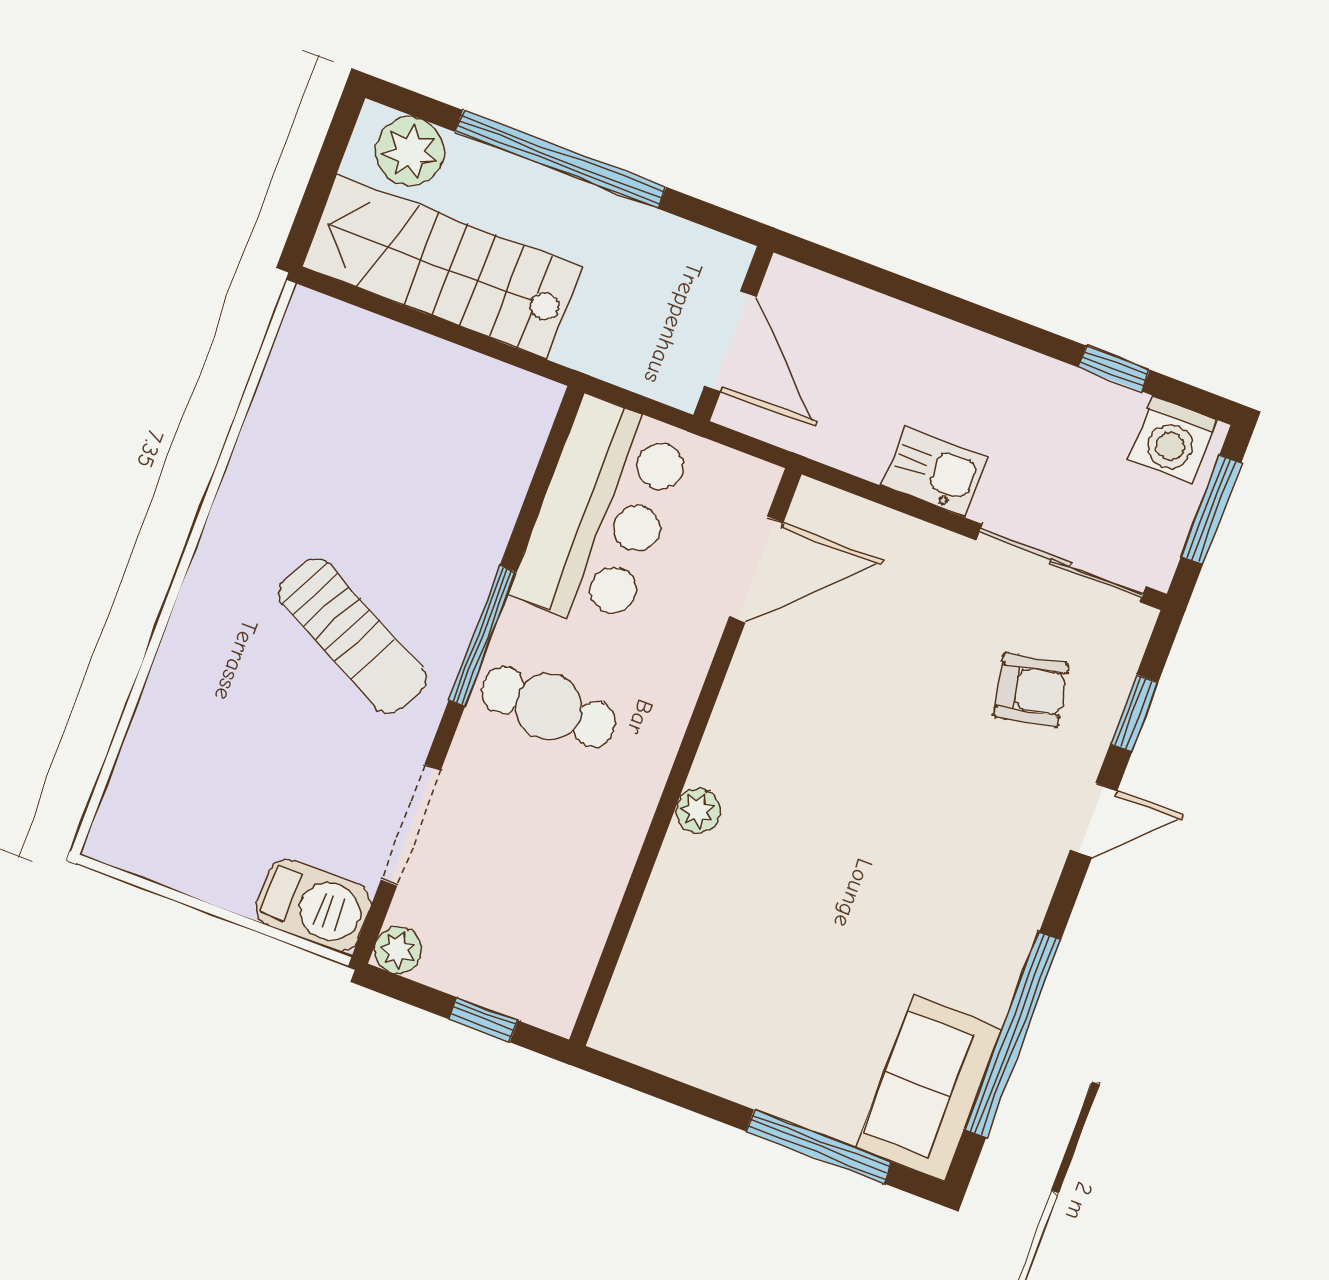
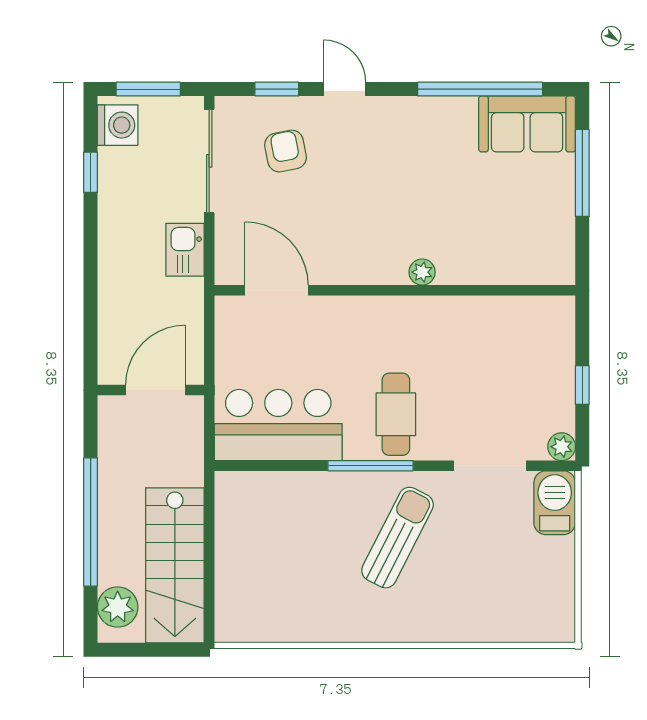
door: (756, 570) -> (276, 290), moved
wall: (685, 757) -> (395, 290), moved
plant: (698, 811) -> (422, 272), moved

